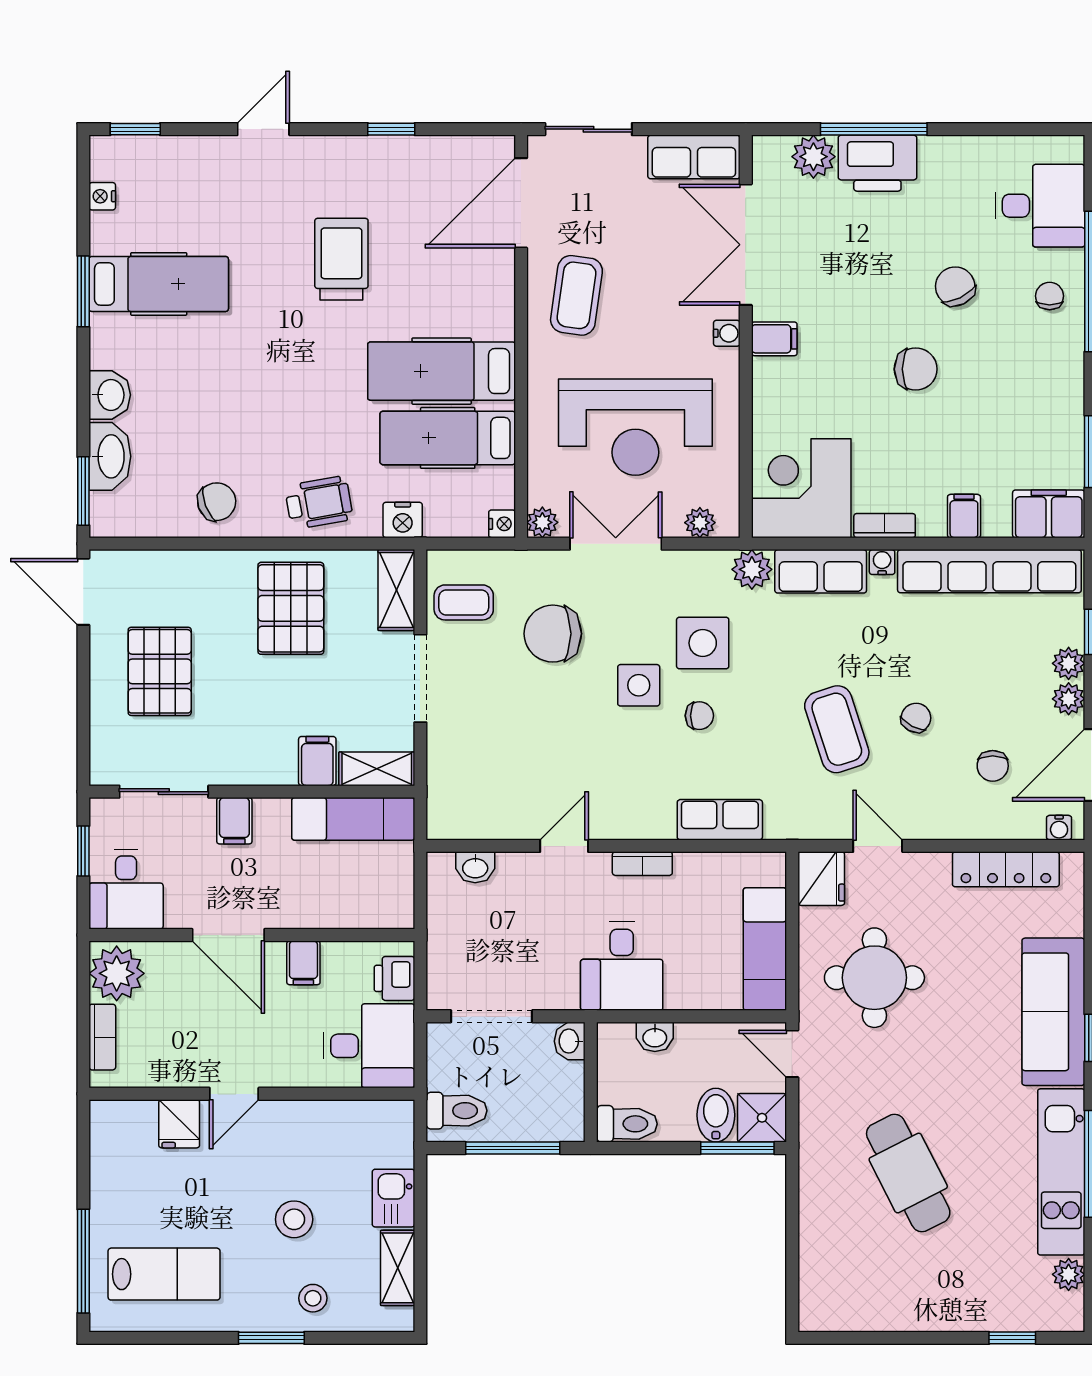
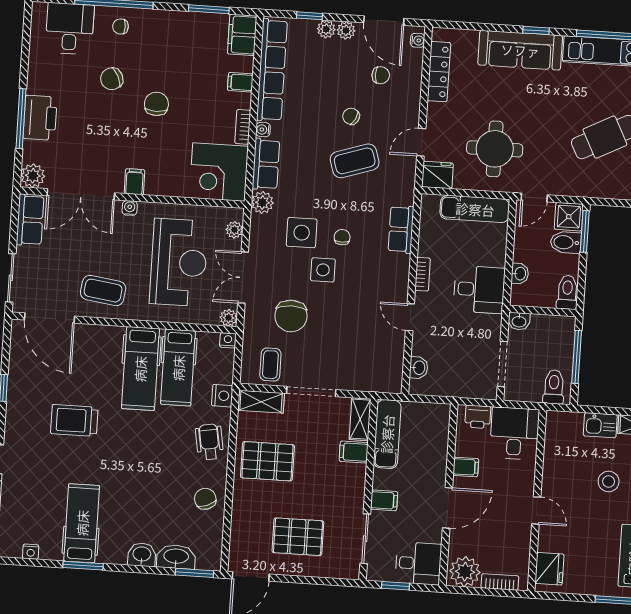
plant: (813, 157) -> (33, 176), moved
fridge: (179, 1124) -> (549, 569), moved, width x1.38

